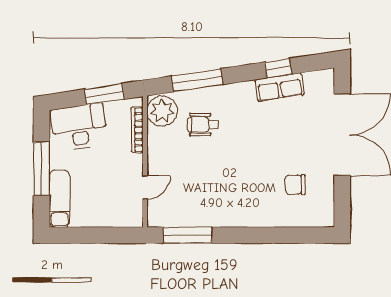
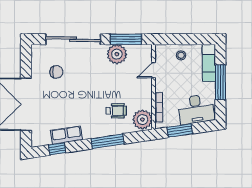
window: (278, 68) -> (57, 149), moved
window: (197, 80) -> (108, 141), moved
stool: (102, 210) -> (181, 55), added
plant: (202, 212) -> (117, 54), added
sliding door: (269, 235) -> (73, 39), added

